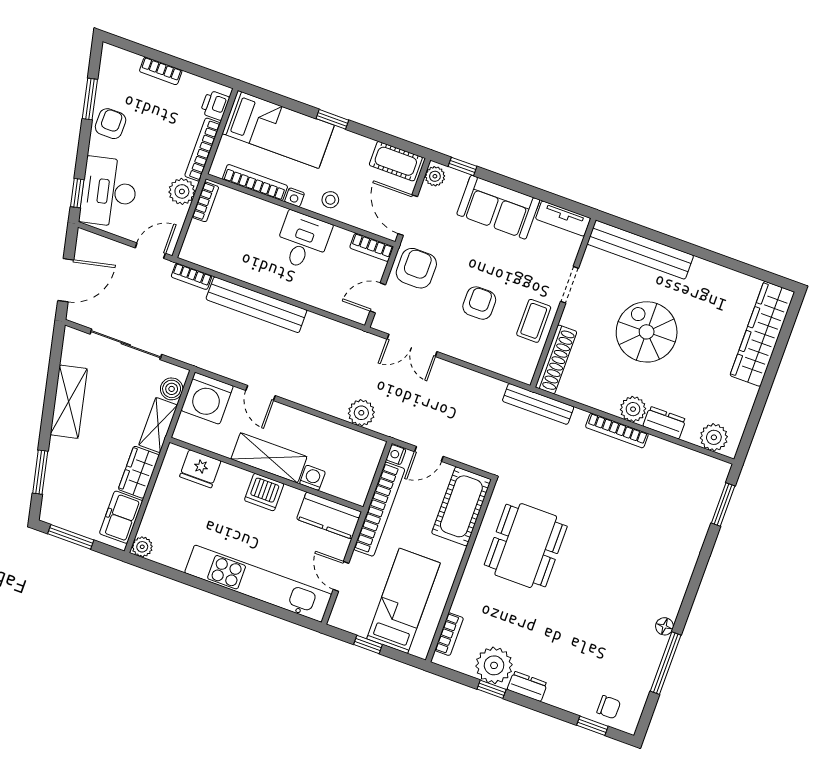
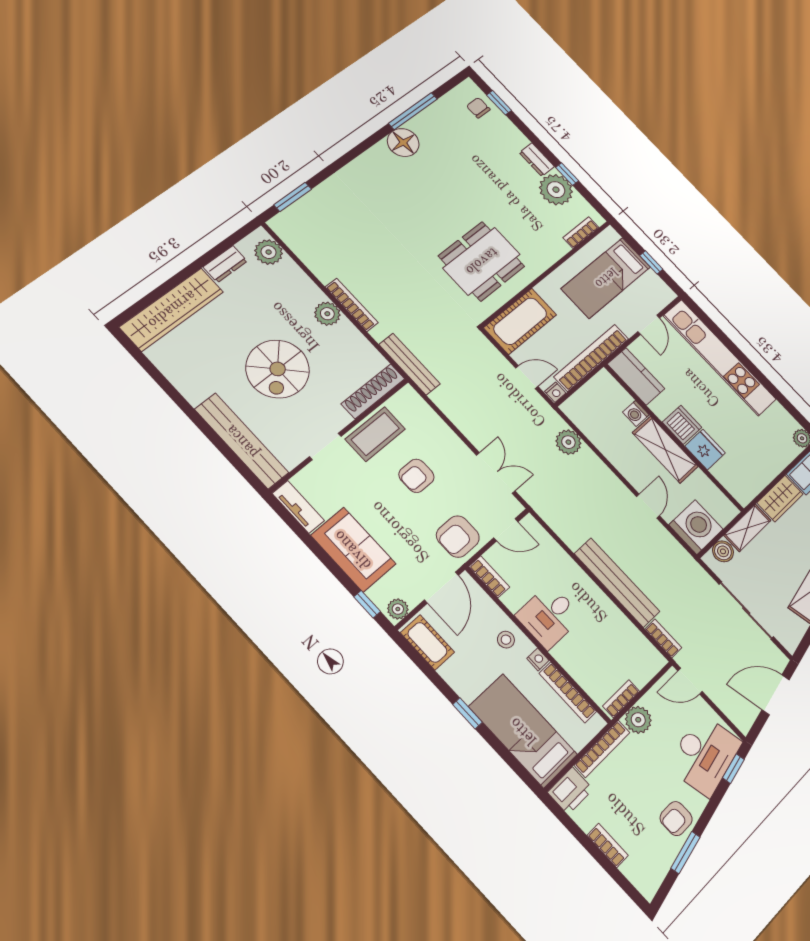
printer: (215, 105) -> (570, 791), width x1.36, depth x1.24
coffee table: (534, 321) -> (375, 434), width x1.36, depth x1.30
dresser: (664, 423) -> (225, 264), moved, turned -90
fridge: (200, 469) -> (705, 449), moved
floor lamp: (664, 626) -> (403, 143), width x1.89, depth x1.89

